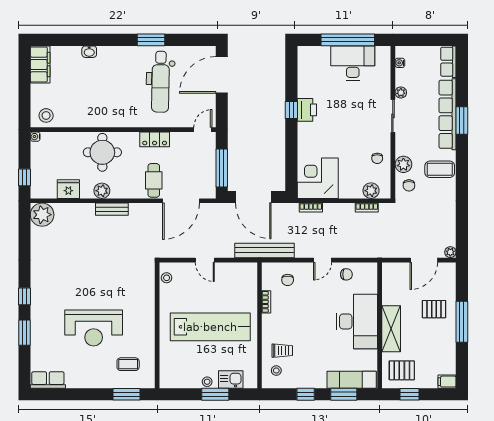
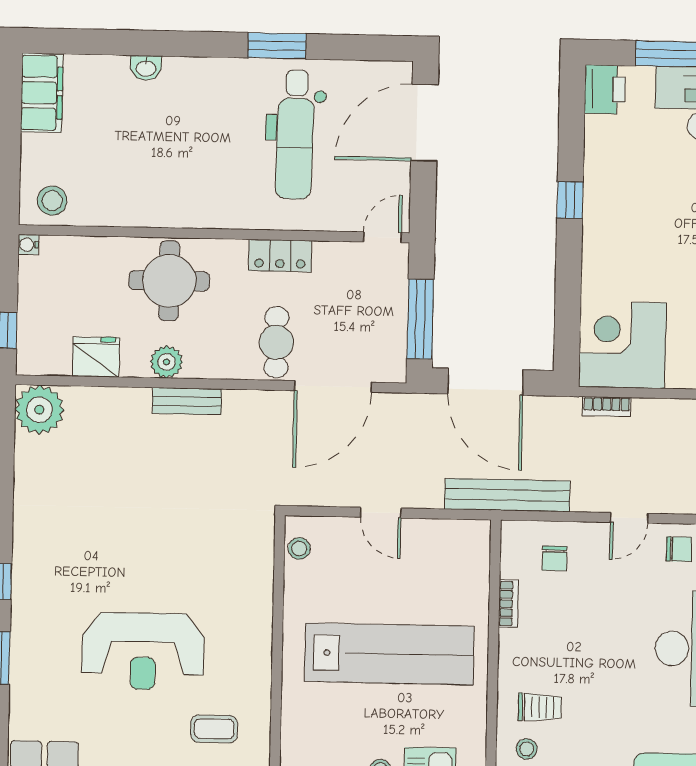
printer: (307, 110) -> (605, 89), moved

